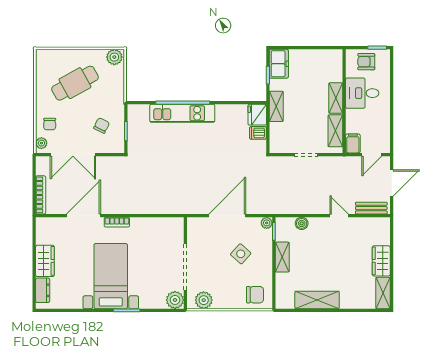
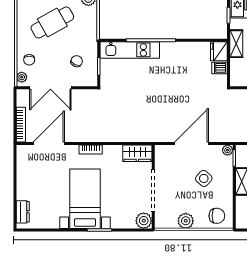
kitchen unit: (182, 113) -> (130, 50), moved
door: (84, 216) -> (49, 144), moved
wardrobe: (45, 261) -> (137, 153), moved, turned 90
plant: (204, 300) -> (186, 221), moved

